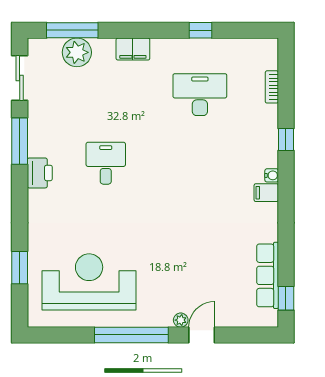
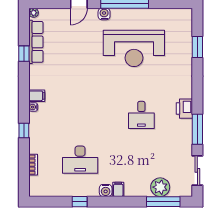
water cooler: (161, 47) -> (106, 190), added
filing cabinet: (133, 49) -> (118, 189), width x0.50
reception desk: (89, 282) -> (134, 48), moved
window: (286, 298) -> (24, 54), moved
water cooler: (163, 318) -> (104, 14), added
plant: (181, 320) -> (34, 13), moved

